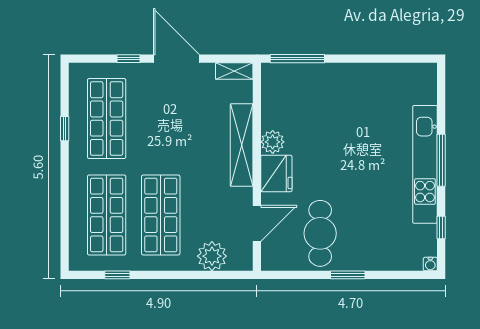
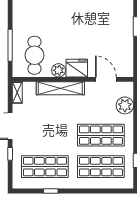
window: (297, 59) -> (10, 45), moved
cafe table: (320, 233) -> (34, 55), moved, turned 90

